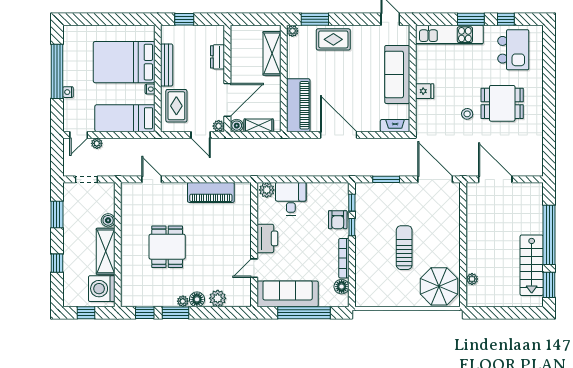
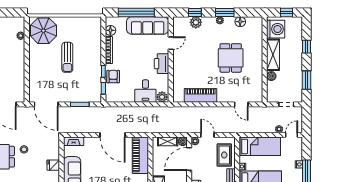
floor lamp: (197, 299) -> (240, 22), moved
window: (145, 313) -> (195, 12), moved

